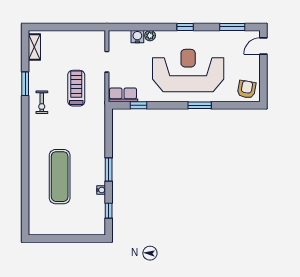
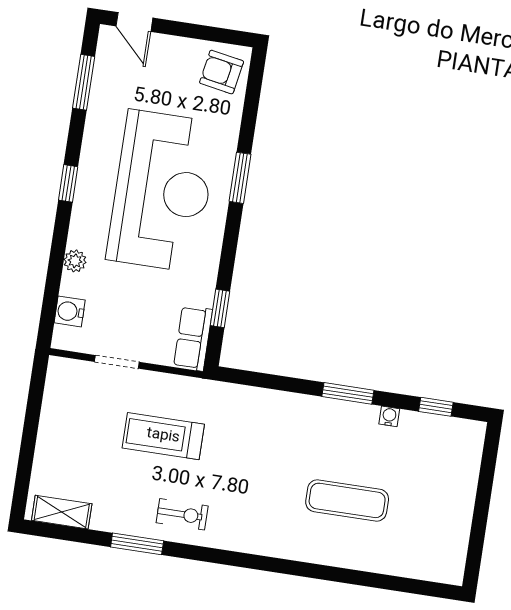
water cooler: (137, 37) -> (70, 311), moved
reception desk: (188, 71) -> (162, 191), turned 180
exercise mat: (60, 177) -> (347, 500), width x0.73, depth x0.69

